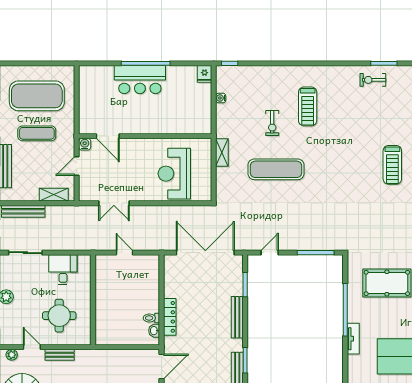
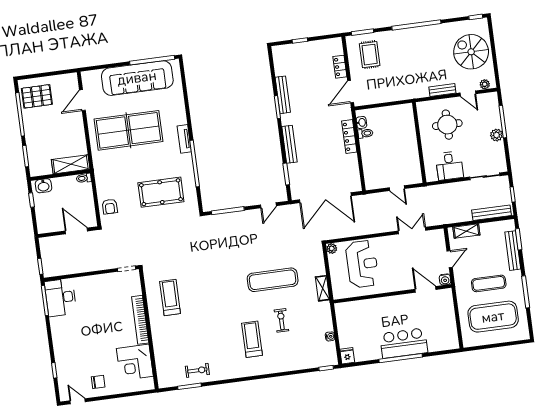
plant: (206, 195) -> (332, 248), added

